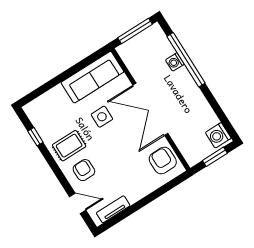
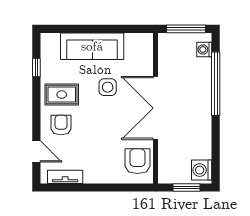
washing machine: (175, 62) -> (204, 50), moved
sofa: (92, 77) -> (92, 46), moved

